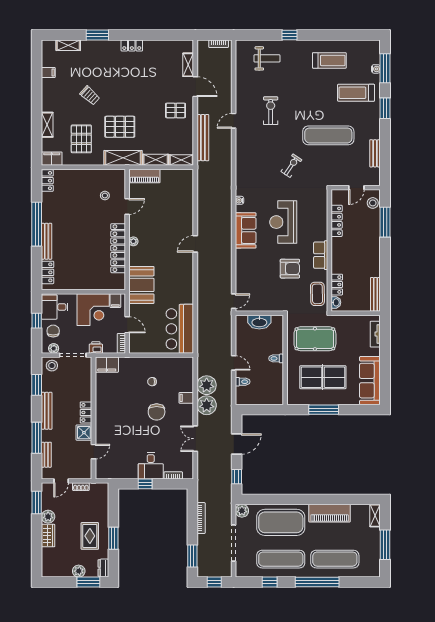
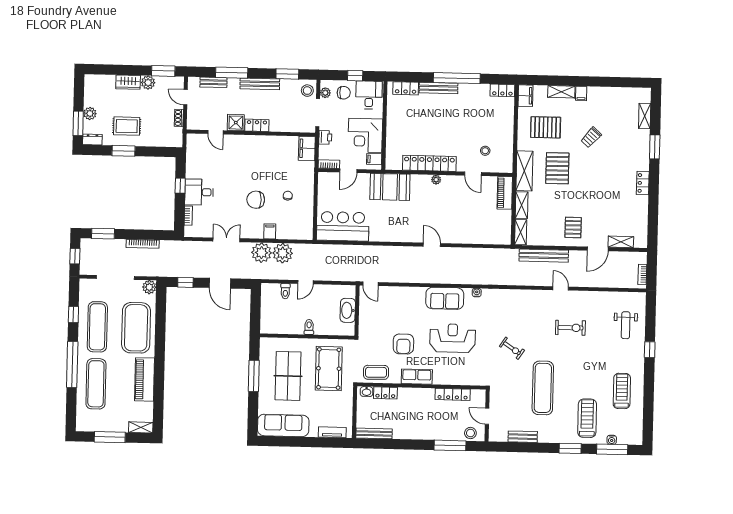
treadmill: (329, 60) -> (622, 391), turned 180
filing cabinet: (48, 72) -> (581, 93), moved

